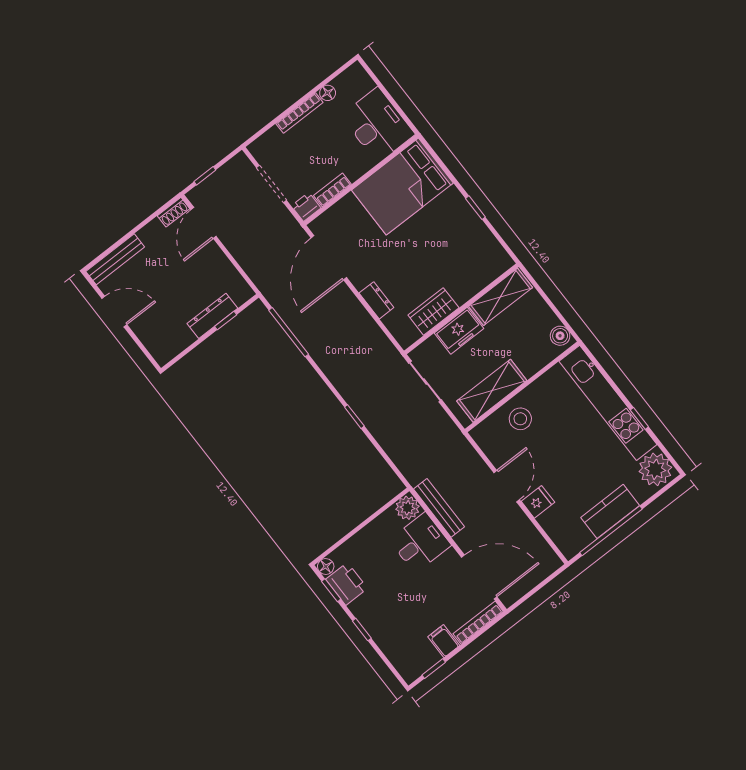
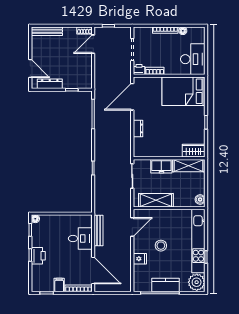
wardrobe: (433, 311) -> (194, 151), moved
door: (114, 312) -> (30, 69), moved
dresser: (212, 316) -> (50, 84), moved
stool: (520, 419) -> (161, 246), moved
door: (507, 486) -> (132, 227), moved
plant: (407, 508) -> (86, 221), removed
printer: (347, 584) -> (38, 256), moved

